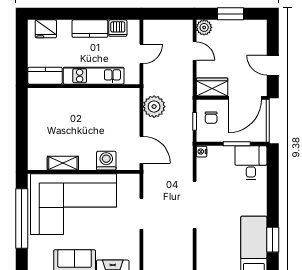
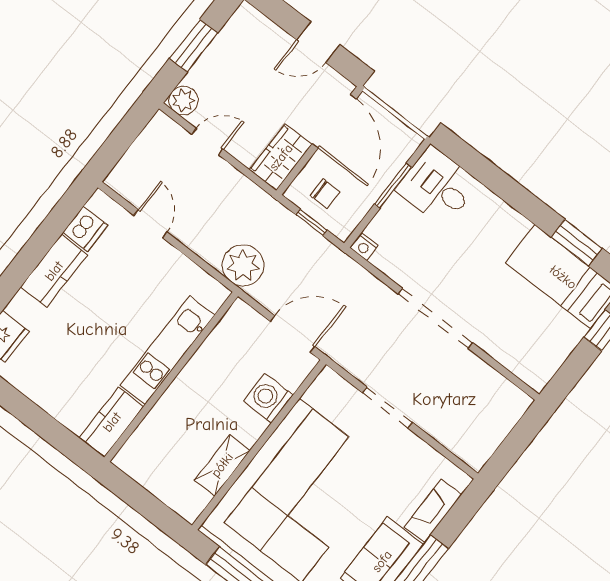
kitchen counter: (45, 76) -> (112, 422), moved
kitchen unit: (94, 76) -> (167, 350), moved
wall: (84, 86) -> (171, 377), moved

